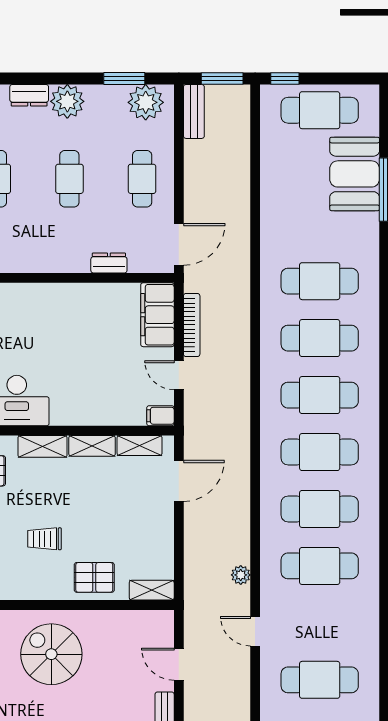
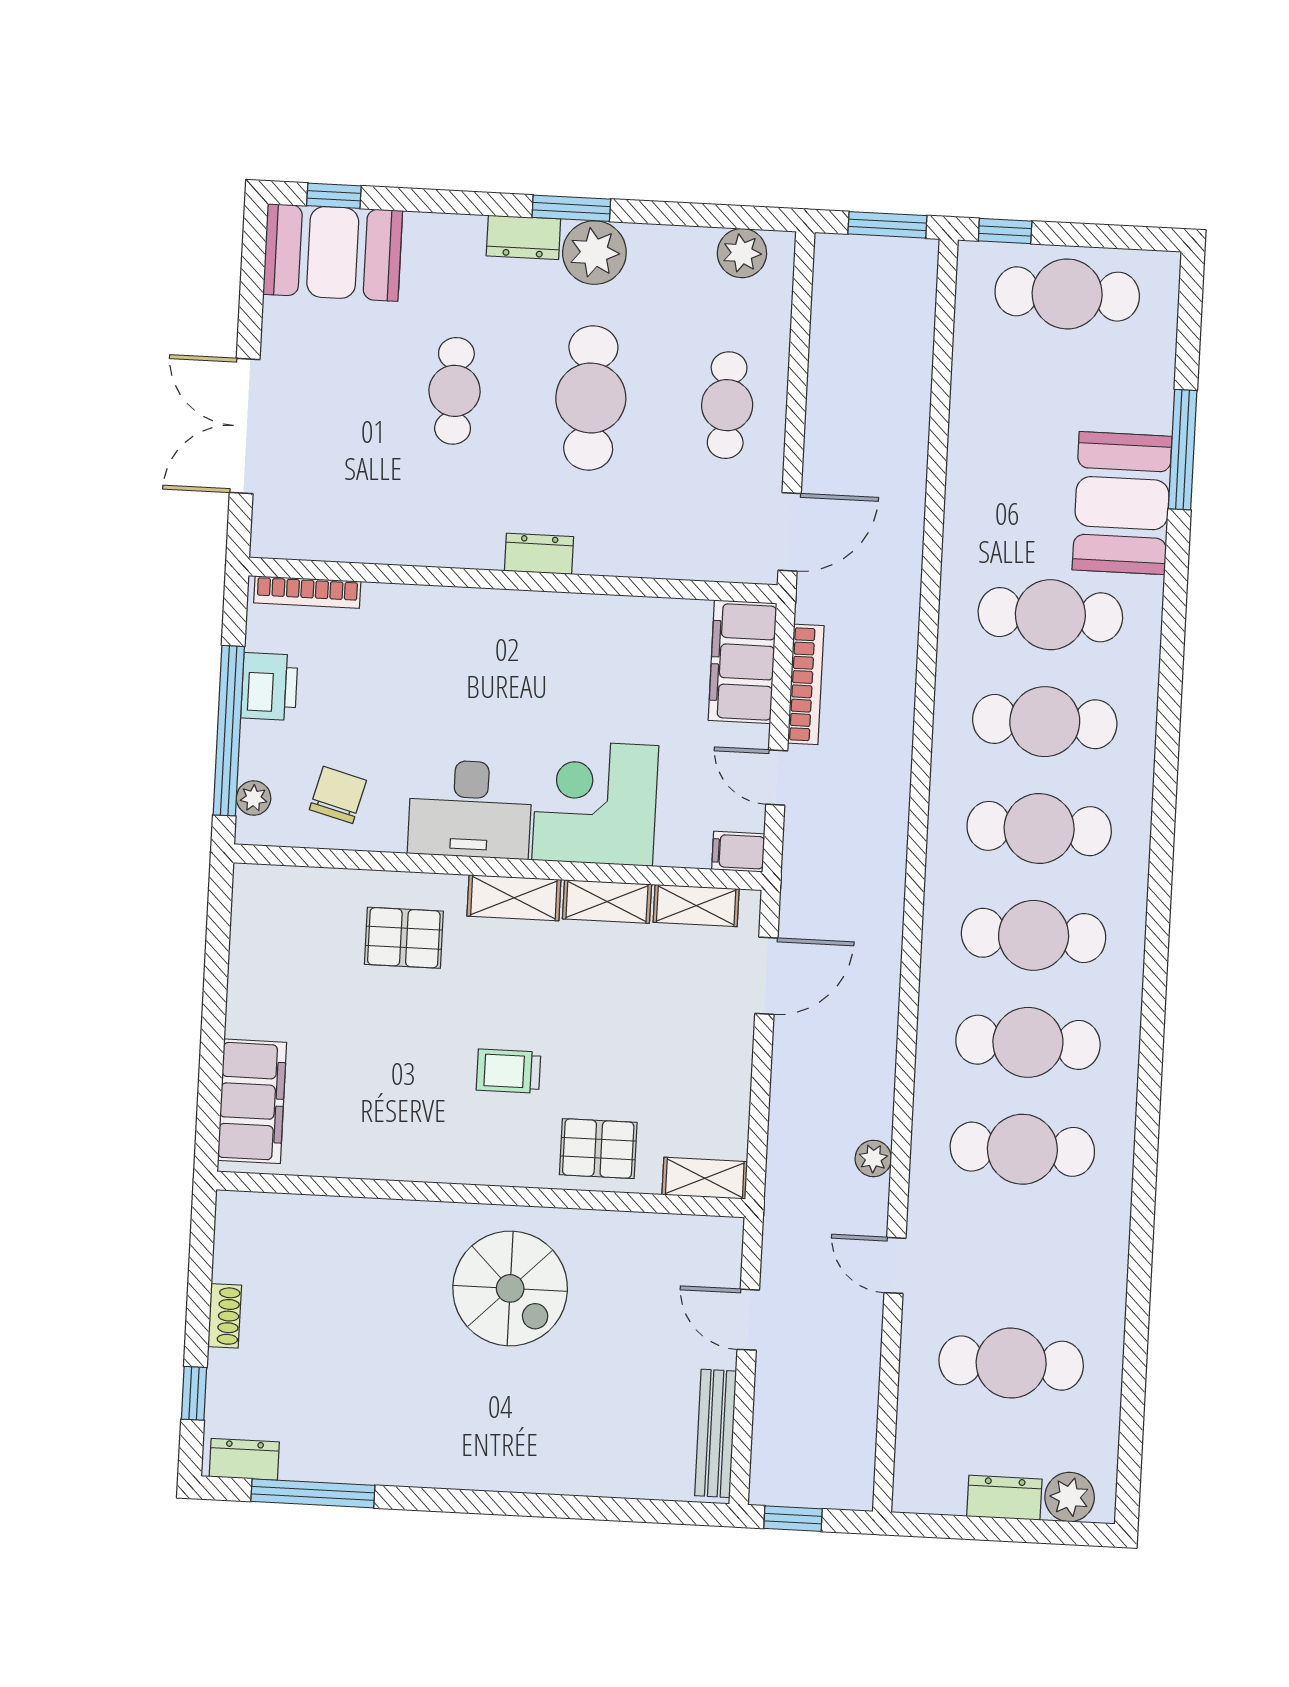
window: (124, 78) -> (571, 208), moved
plant: (146, 102) -> (742, 253), width x0.73, depth x0.73
bench: (194, 111) -> (831, 284), removed
booth: (355, 174) -> (1122, 503), moved
cafe table: (69, 179) -> (591, 398), width x1.37, depth x1.35
dresser: (109, 263) -> (539, 554), moved
corner desk: (83, 394) -> (595, 803), added
spiral stairs: (51, 654) -> (510, 1288), turned 180

